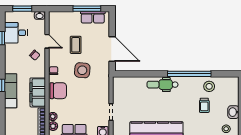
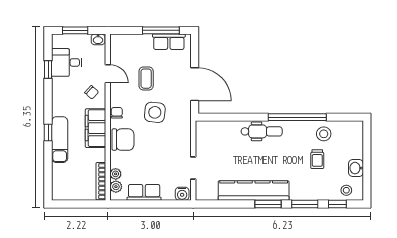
dental chair: (163, 85) -> (262, 131), turned 180
filing cabinet: (38, 92) -> (96, 128), moved

